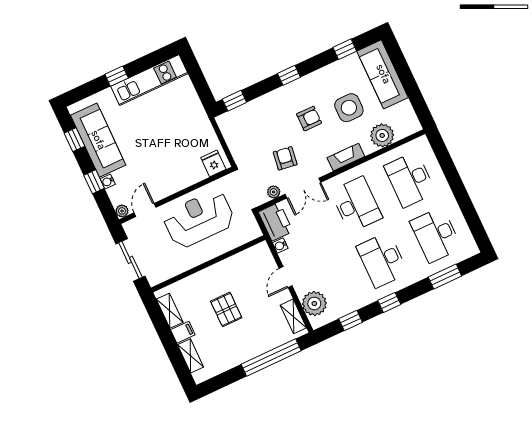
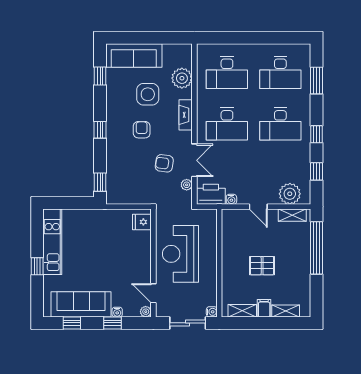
desk: (356, 204) -> (227, 124), turned 180
water cooler: (154, 280) -> (212, 312), added

